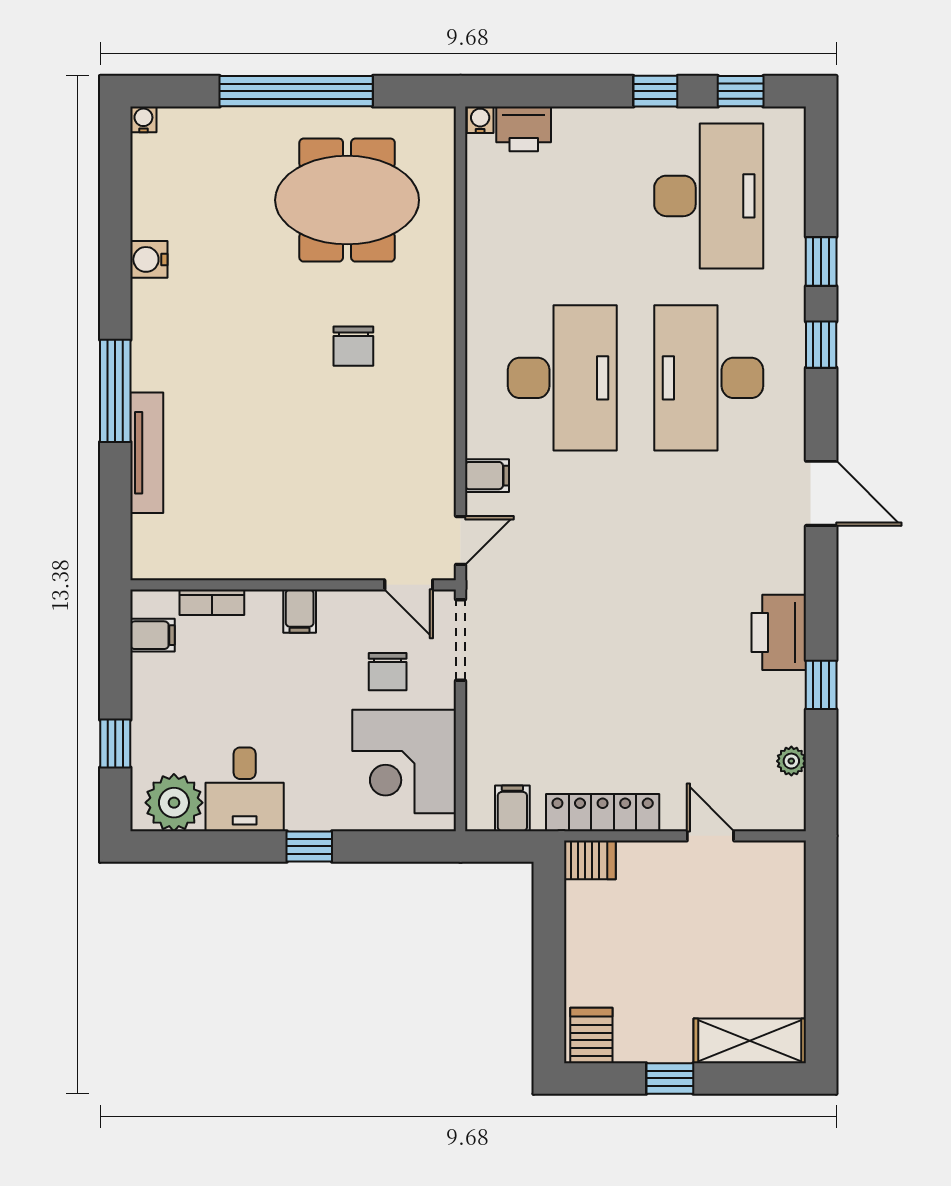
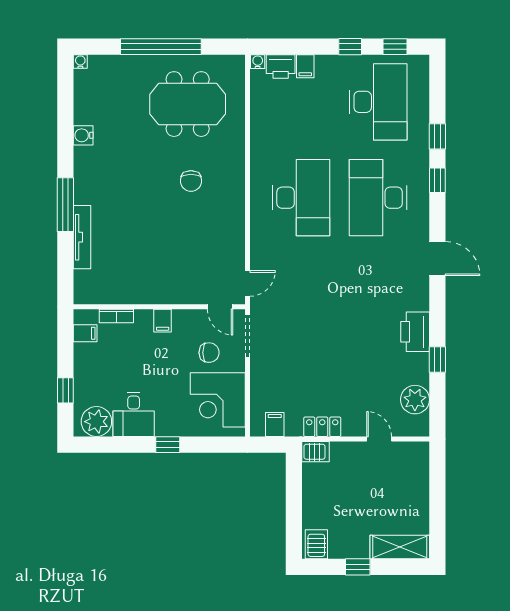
filing cabinet: (487, 476) -> (305, 66), moved, turned 90
chair: (388, 672) -> (209, 353), turned -90
plant: (791, 761) -> (415, 400), width x1.88, depth x1.88
locker: (603, 813) -> (322, 427), width x0.66

